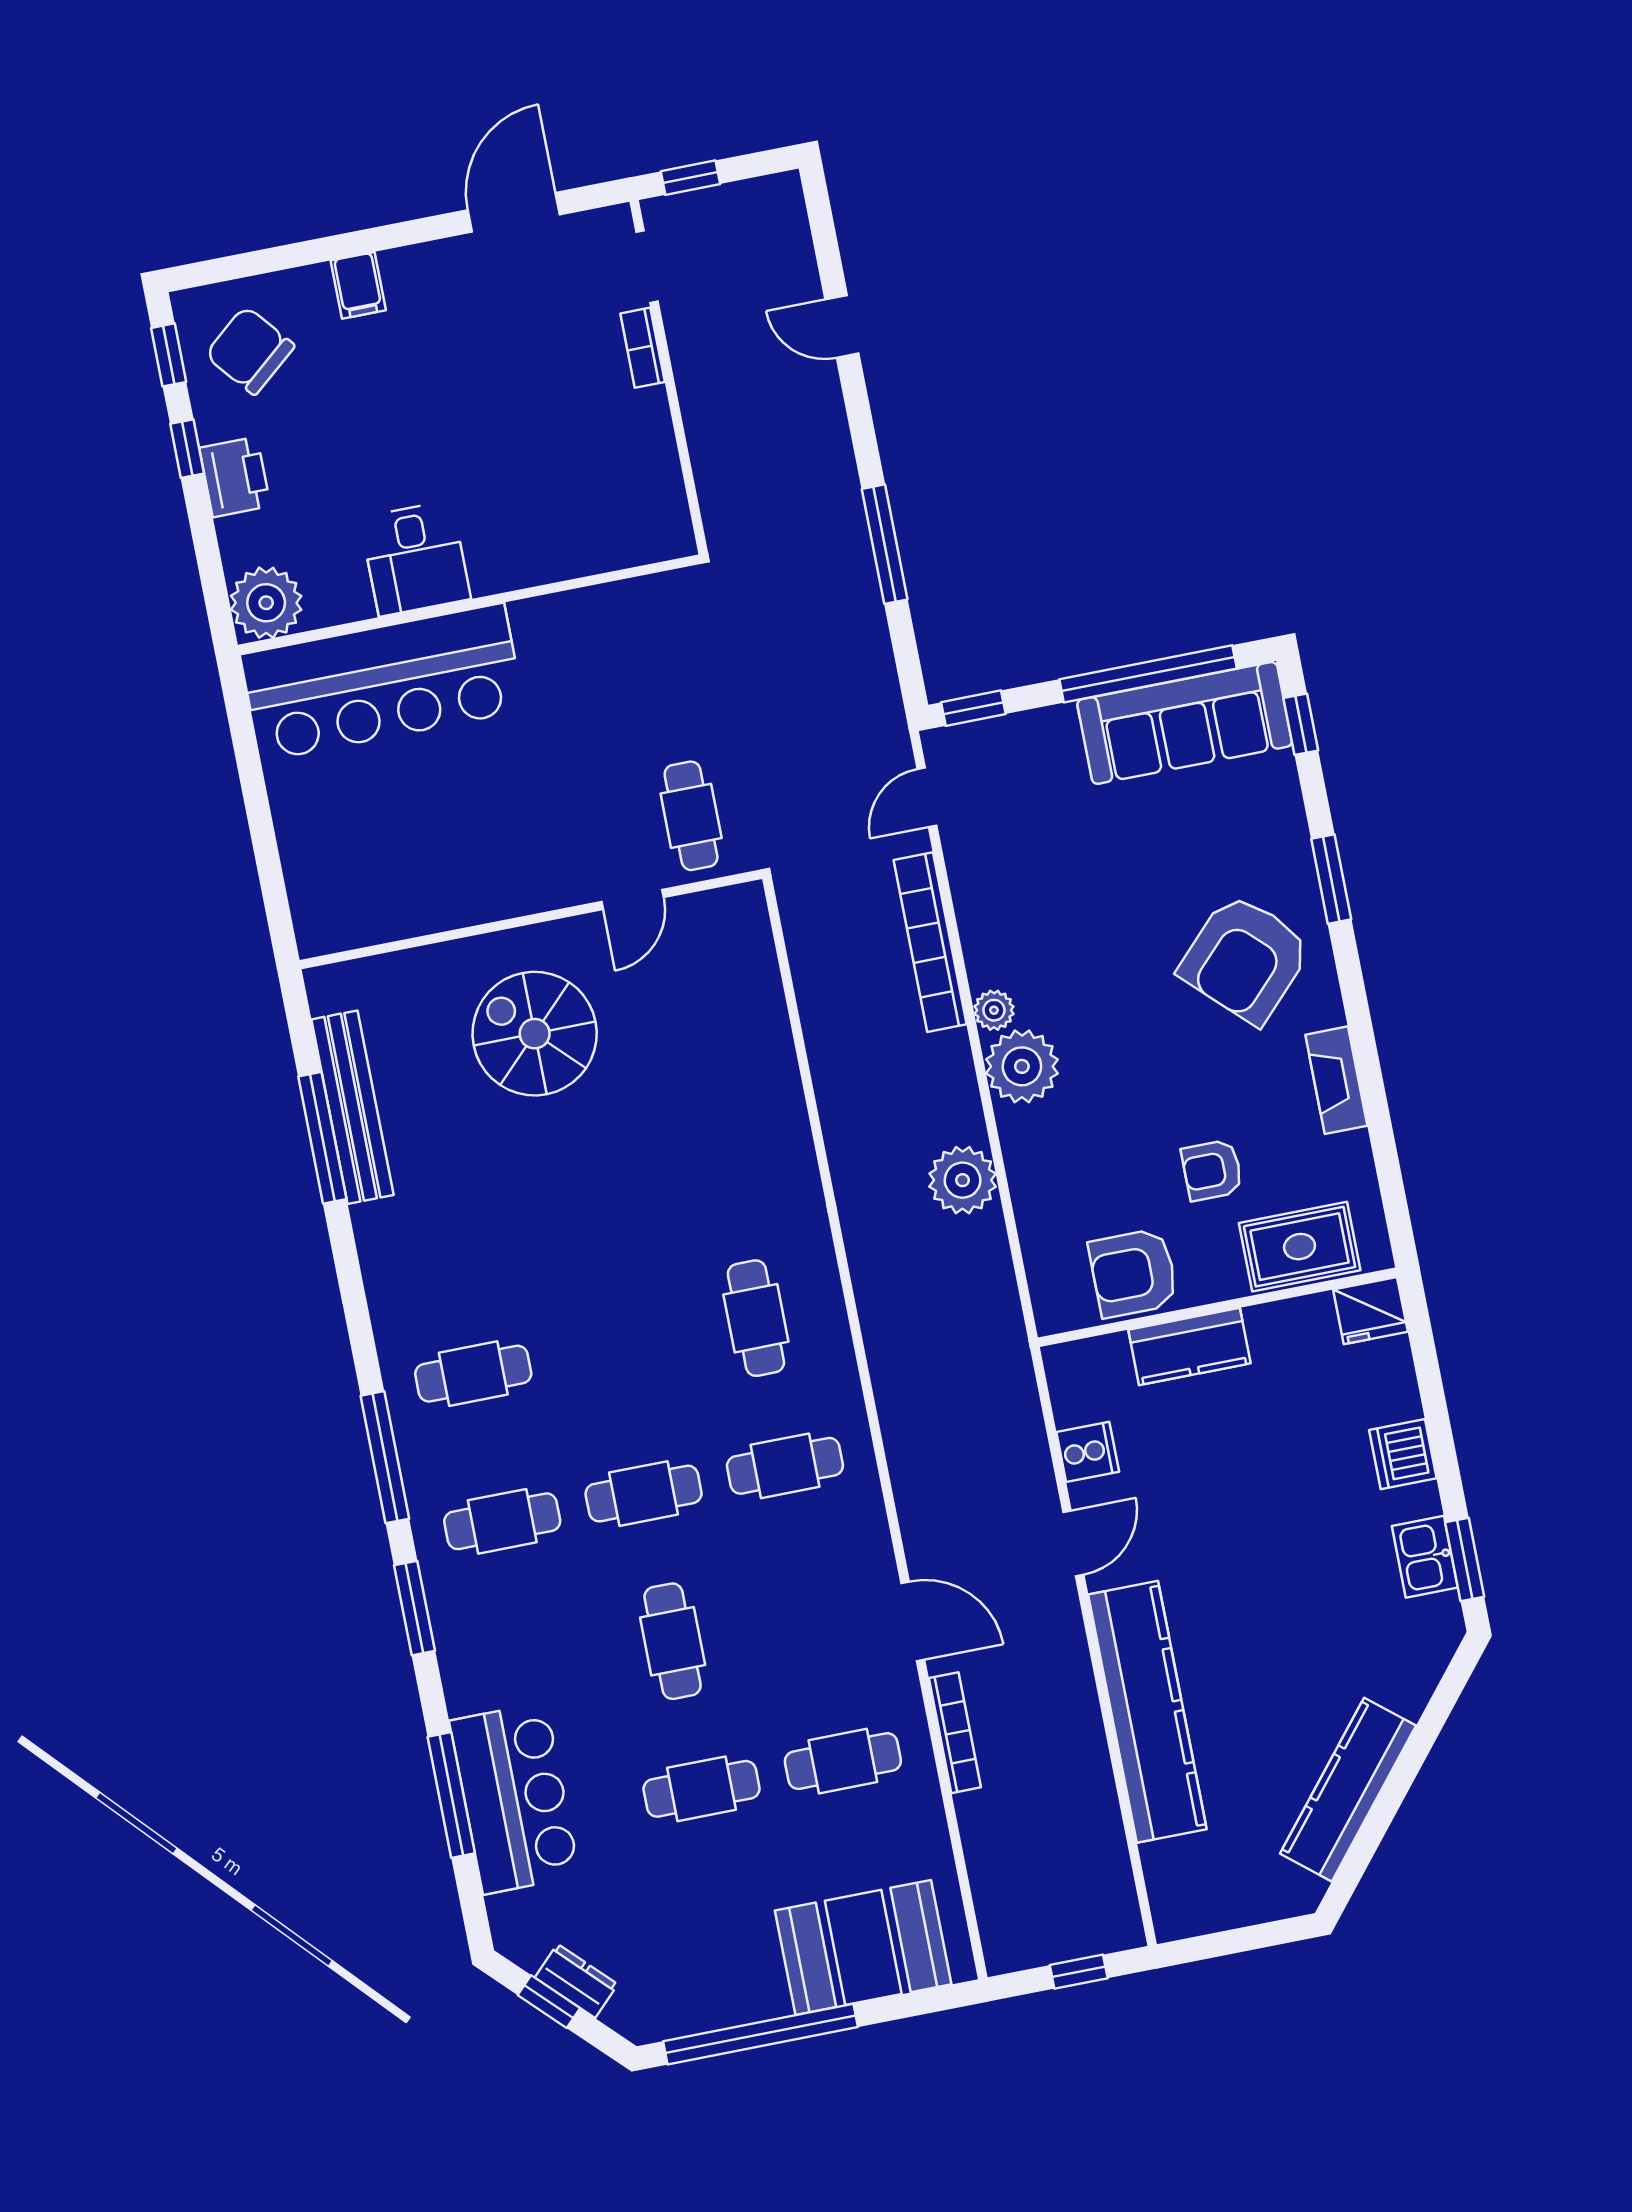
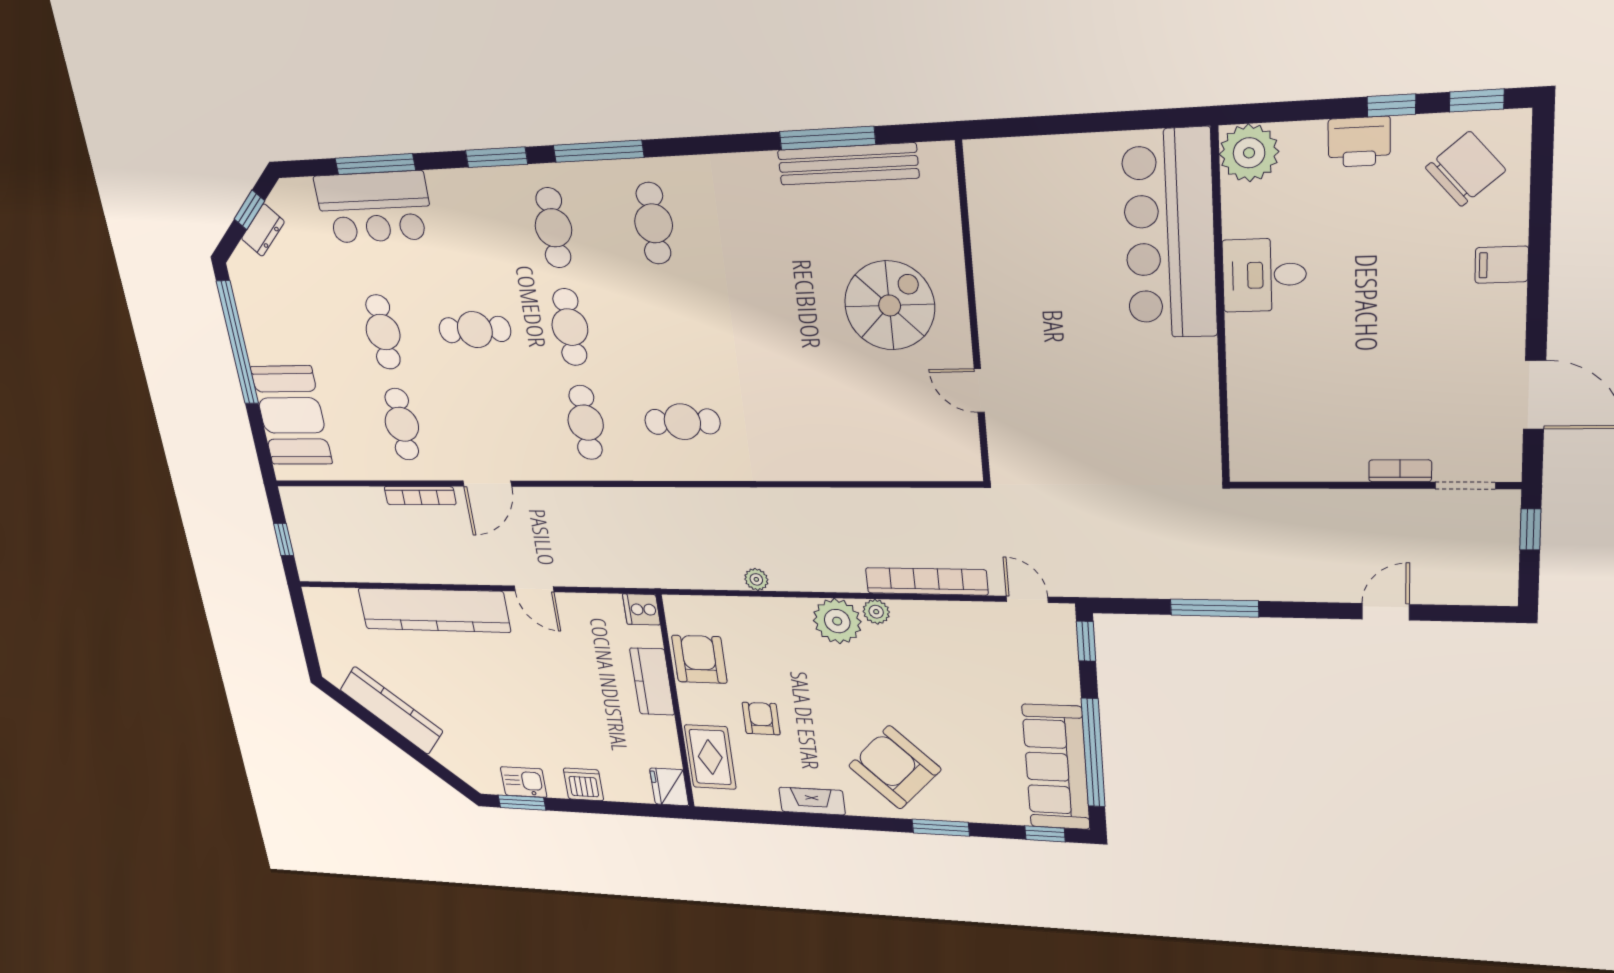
cafe table: (691, 816) -> (1035, 442), removed
plant: (963, 1180) -> (756, 579), width x0.53, depth x0.53
cooker: (1088, 1452) -> (641, 609), moved, turned 90

